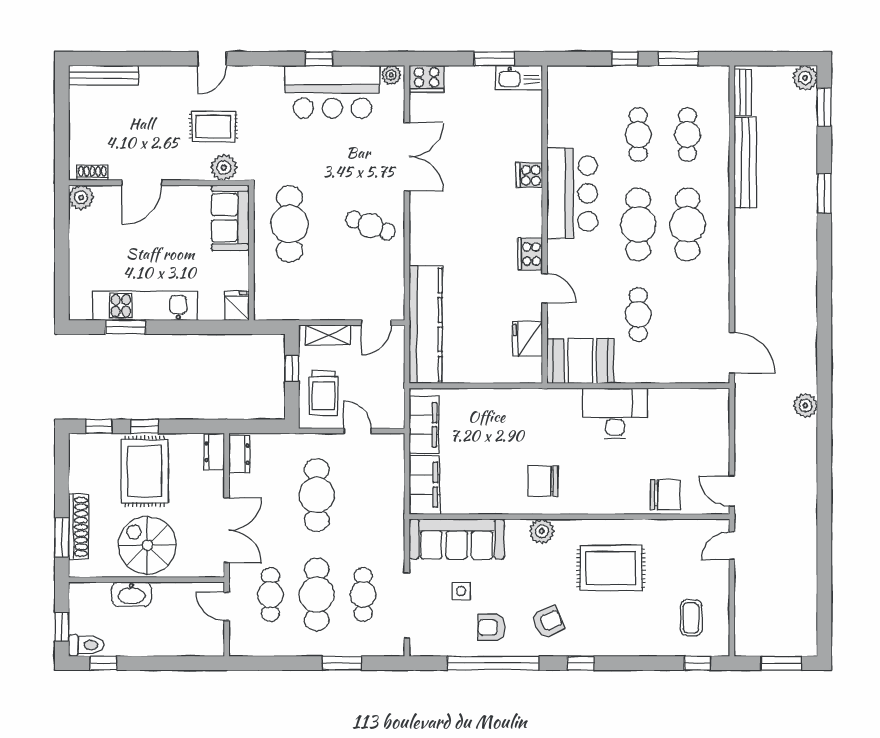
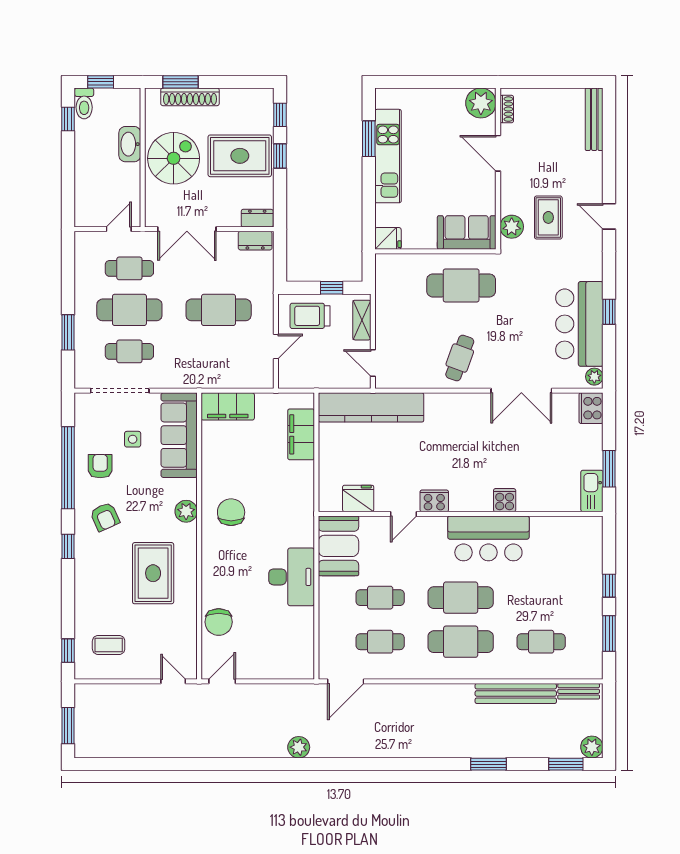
cafe table: (638, 135) -> (380, 642), moved
plant: (81, 197) -> (481, 103), width x1.36, depth x1.36
filing cabinet: (424, 425) -> (301, 434), moved, turned 90

